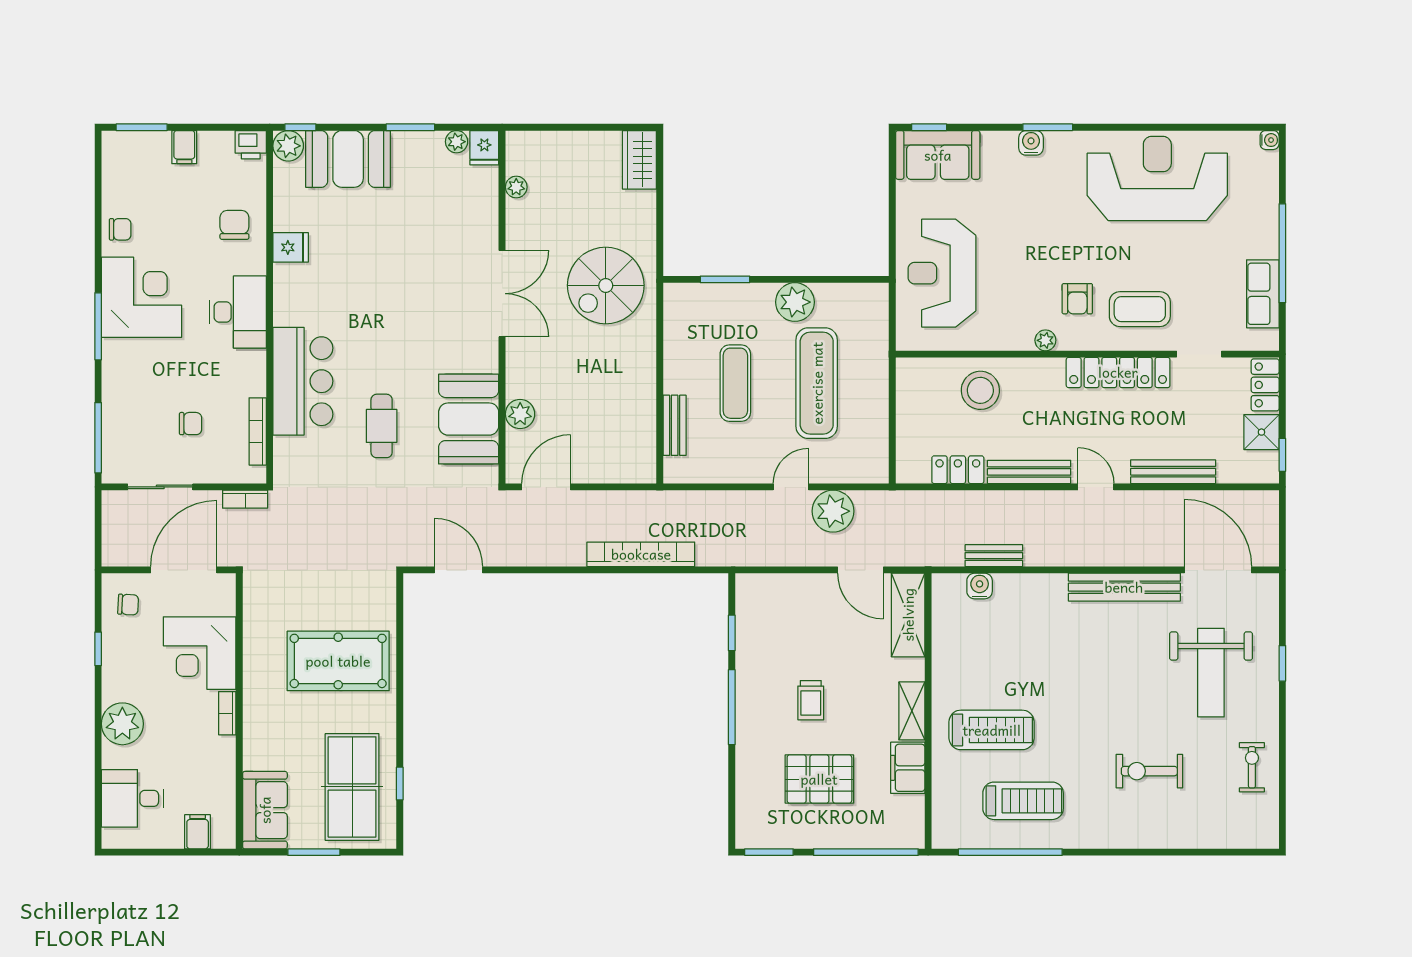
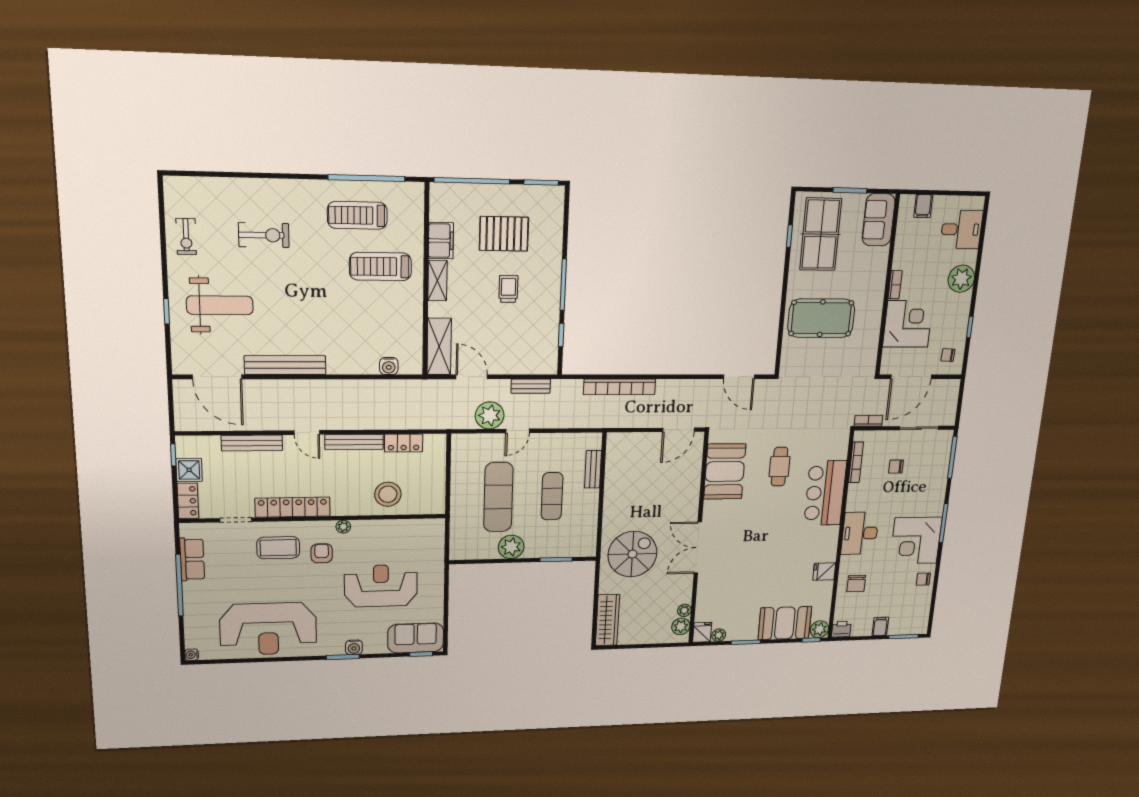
wardrobe: (639, 160) -> (607, 620), width x1.50
reception desk: (942, 273) -> (381, 586), moved, turned -90
plant: (520, 414) -> (681, 626), moved
bench: (994, 556) -> (531, 386), moved
weight bench: (1211, 673) -> (220, 305), turned 90

